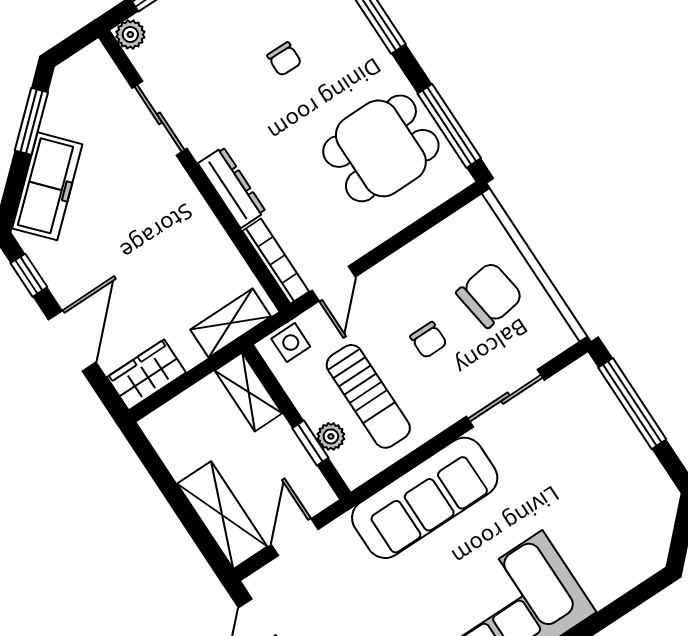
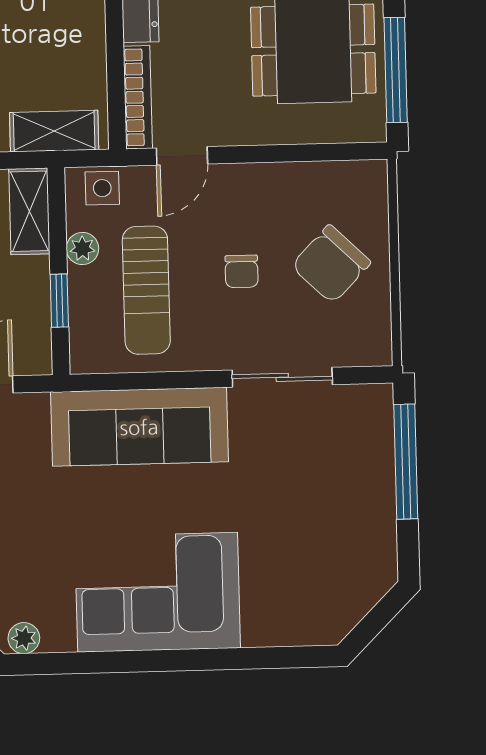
chair: (490, 295) -> (331, 264), turned 142
plant: (331, 436) -> (82, 249), moved

